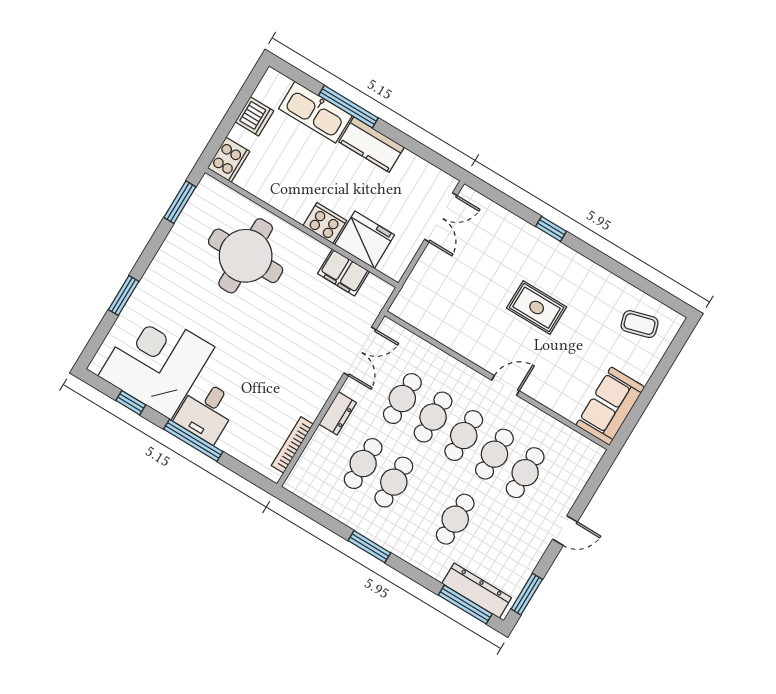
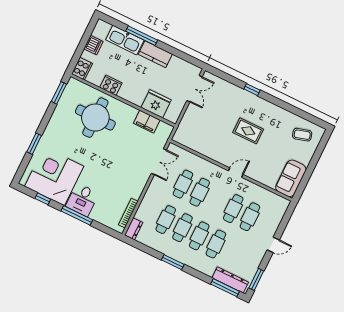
cooker: (325, 223) -> (111, 85), moved
dresser: (338, 413) -> (134, 229), moved
cafe table: (464, 436) -> (199, 236), moved

